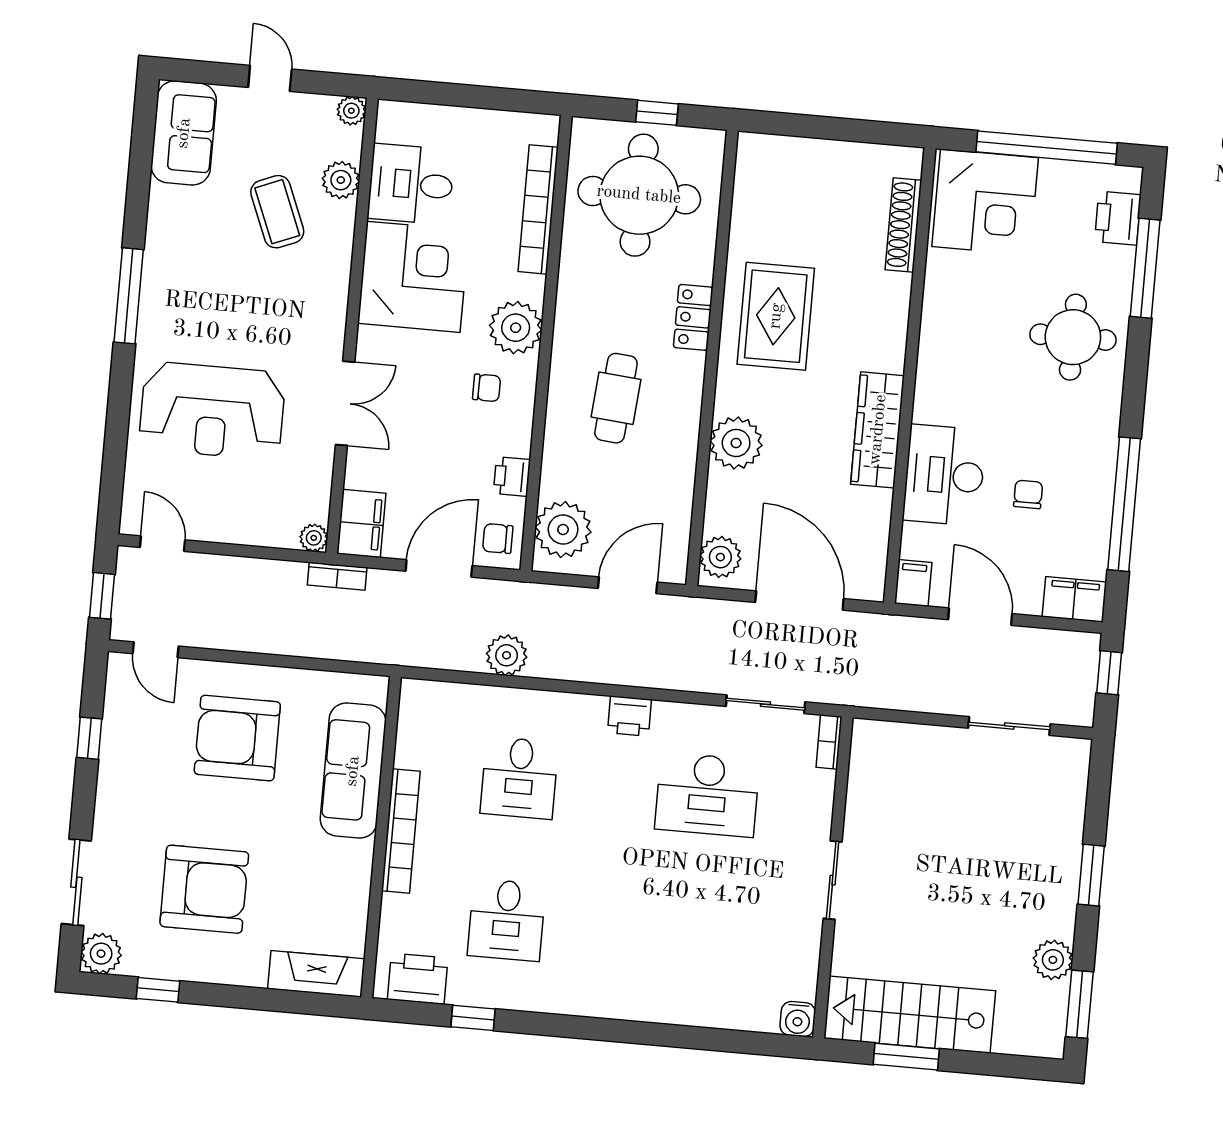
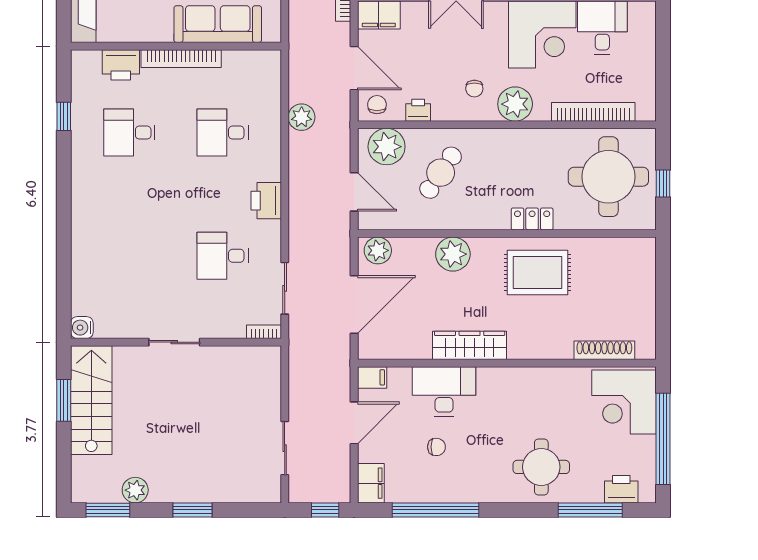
cafe table: (616, 398) -> (441, 173), moved, turned -61
printer: (629, 716) -> (266, 201), width x1.36, depth x1.24
desk: (707, 795) -> (223, 256), width x0.73
printer: (418, 979) -> (121, 65), moved, turned 90

